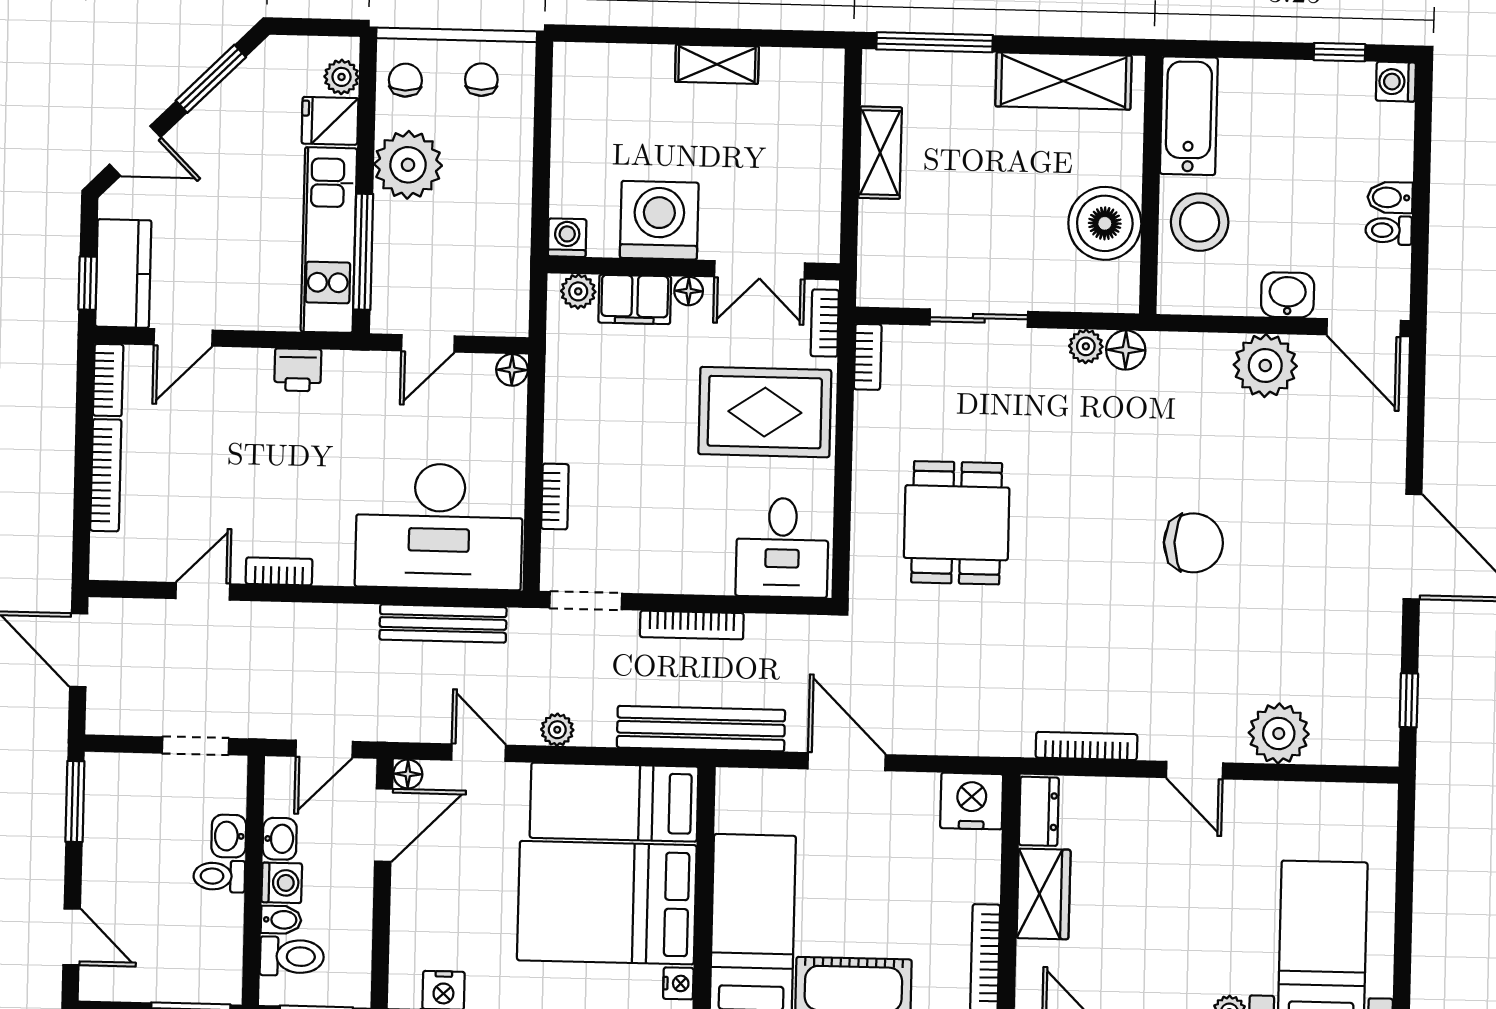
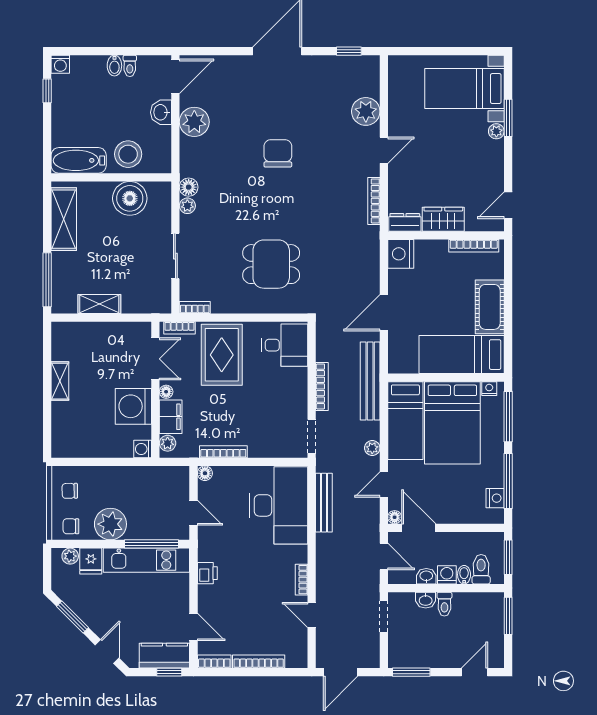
bookcase: (555, 497) -> (223, 452), moved, width x1.56

